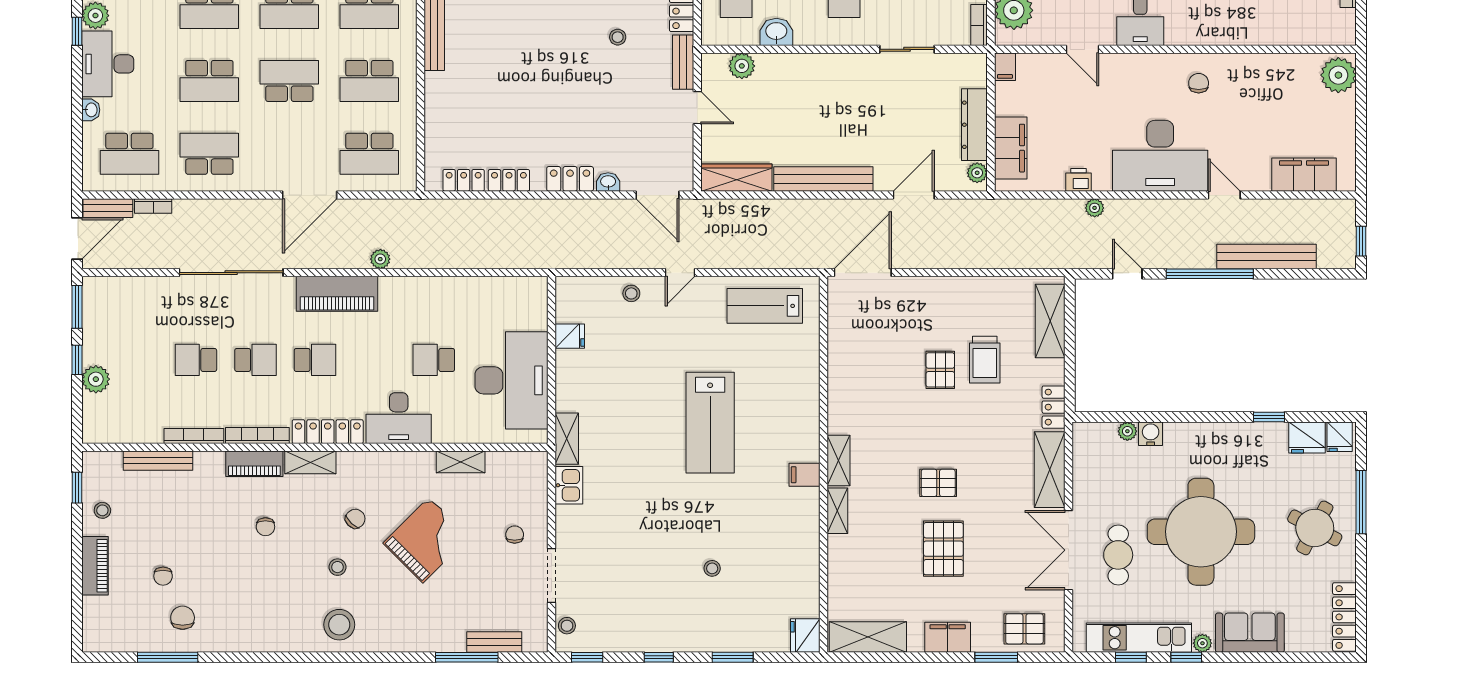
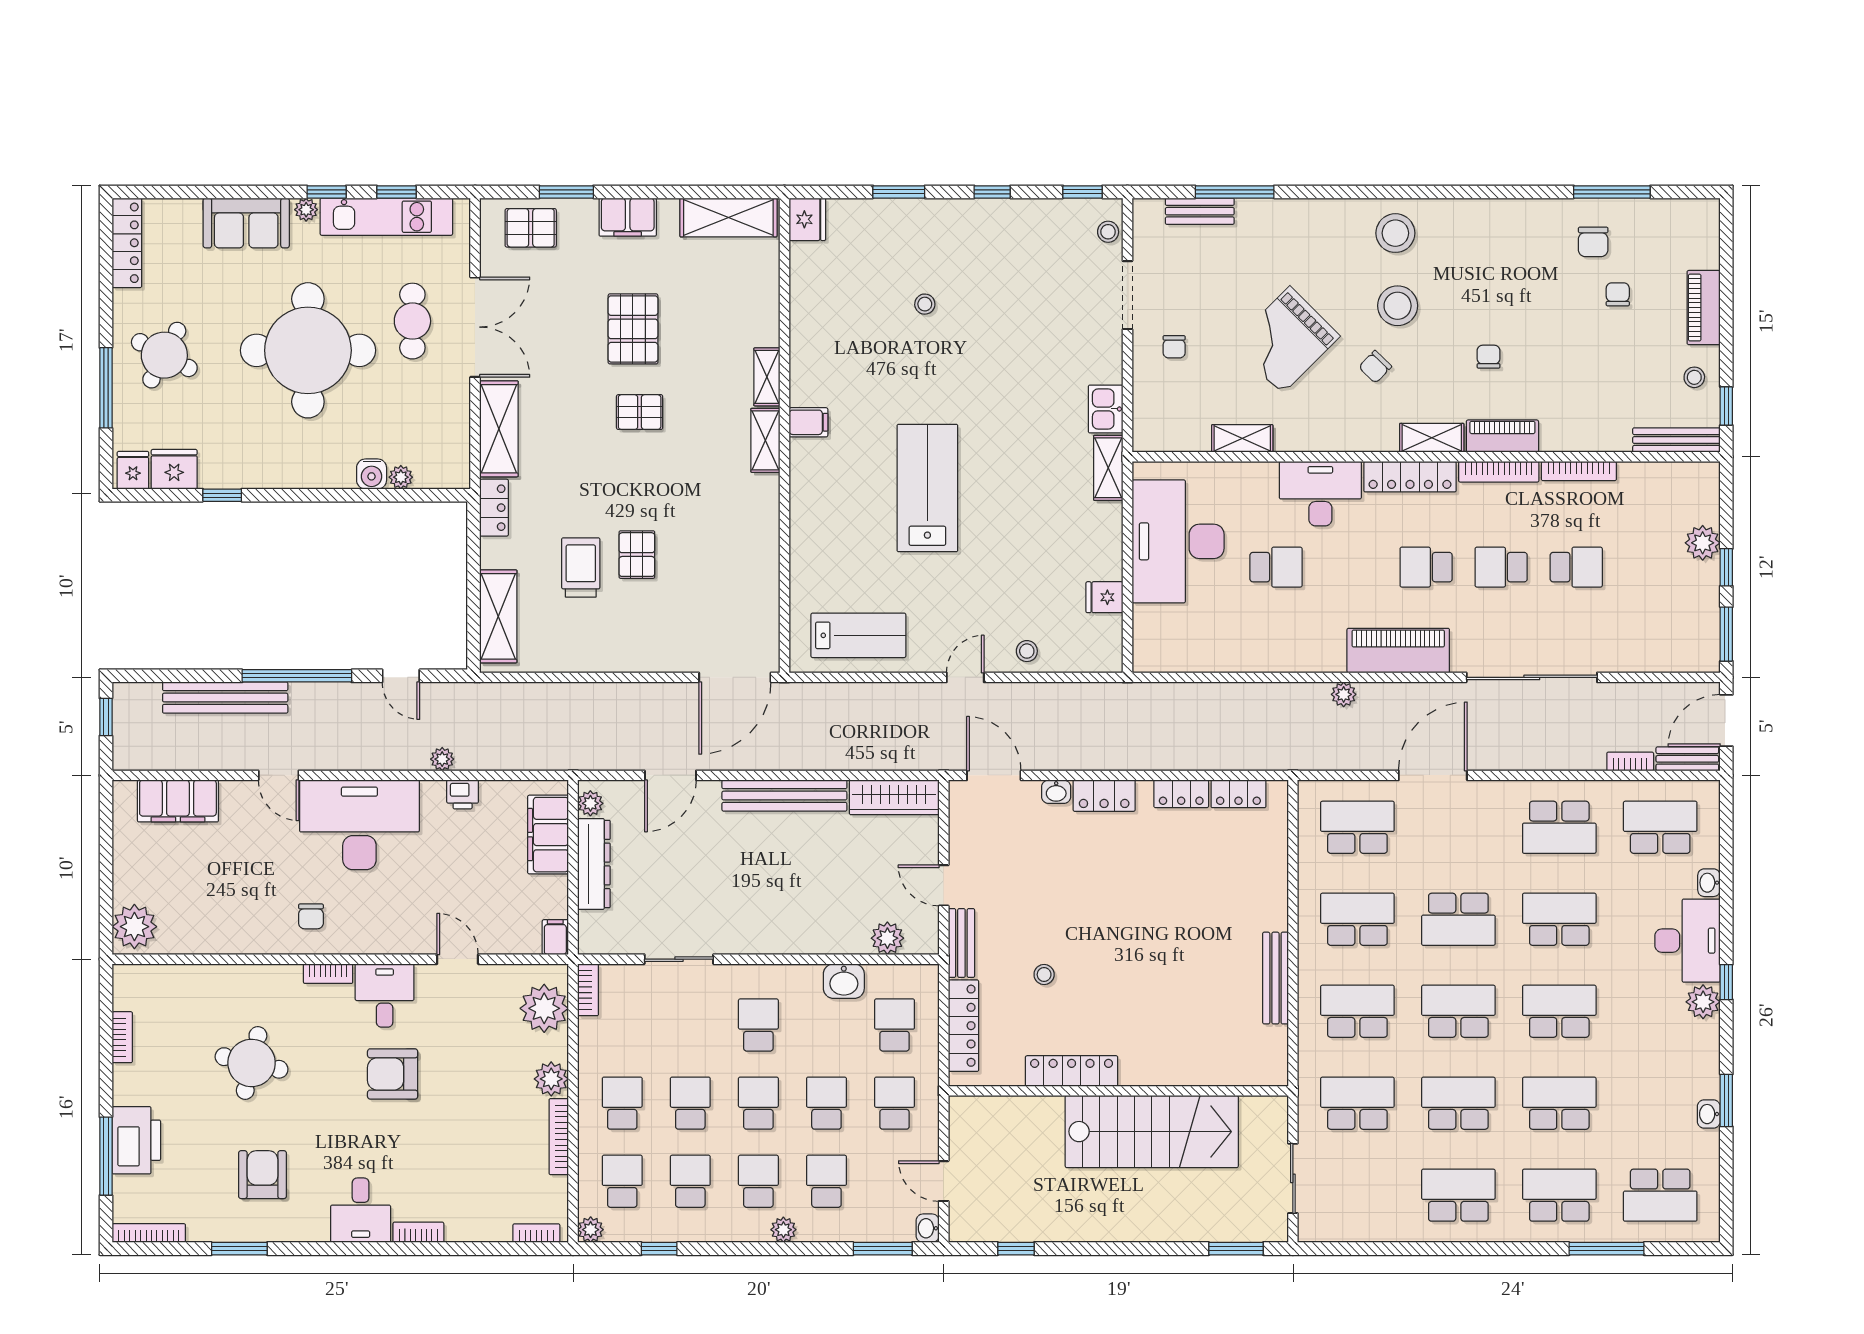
bookcase: (1185, 38) -> (328, 974), added
bench: (158, 461) -> (1676, 440), moved
stool: (337, 567) -> (1398, 306), width x1.89, depth x1.89

